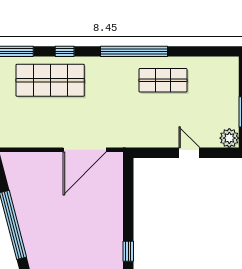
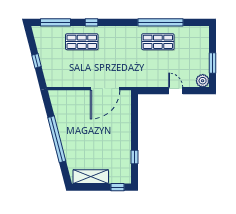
window: (134, 51) -> (160, 22), moved
shop shelf: (50, 80) -> (82, 42), width x0.70, depth x0.74

